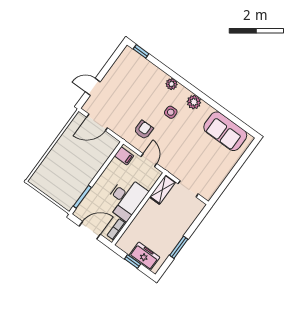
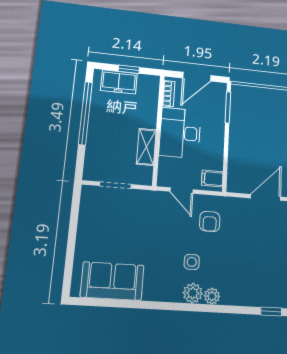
plant: (194, 102) -> (193, 293), moved
shelving: (163, 190) -> (146, 147), moved
window: (179, 247) -> (85, 113), width x2.11

